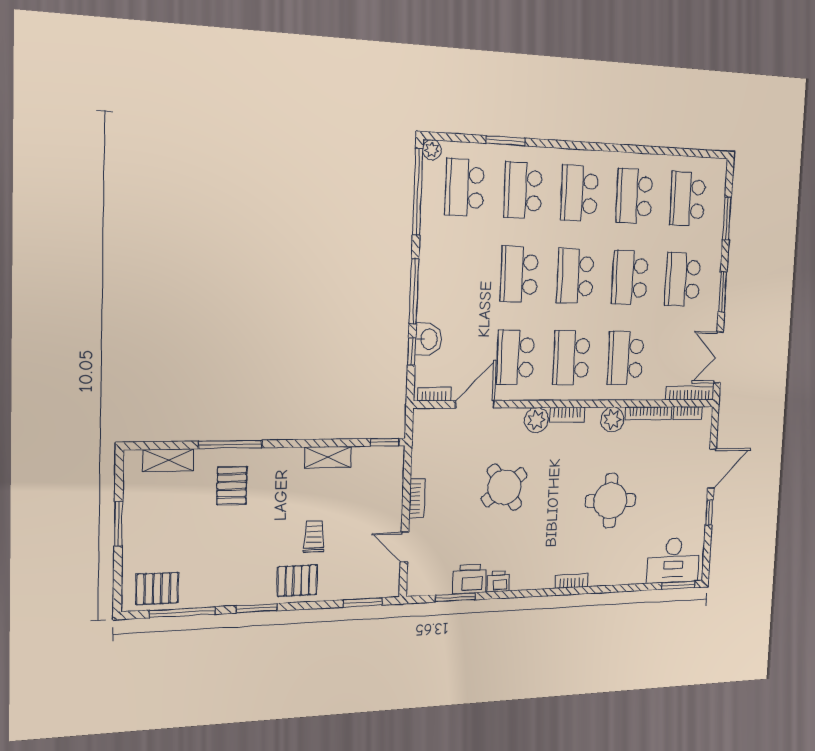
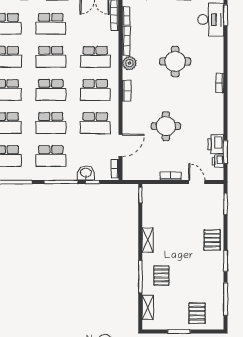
school desk: (461, 273) -> (51, 156), added
door: (475, 404) -> (121, 145), swing flipped
plant: (536, 420) -> (129, 109), removed
shelving: (328, 457) -> (148, 240), moved
pallet: (232, 486) -> (161, 275), turned 90
round table: (504, 487) -> (166, 126), turned 36
trolley: (314, 537) -> (189, 232), removed
door: (404, 547) -> (197, 182), swing flipped
printer: (498, 581) -> (218, 161), moved
pallet: (157, 589) -> (197, 313), moved

